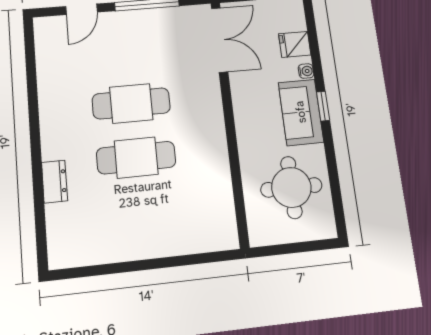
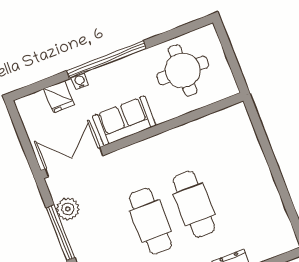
plant: (171, 19) -> (68, 209), added
window: (323, 106) -> (107, 60), width x3.17
sofa: (301, 112) -> (124, 121), moved, turned 180

